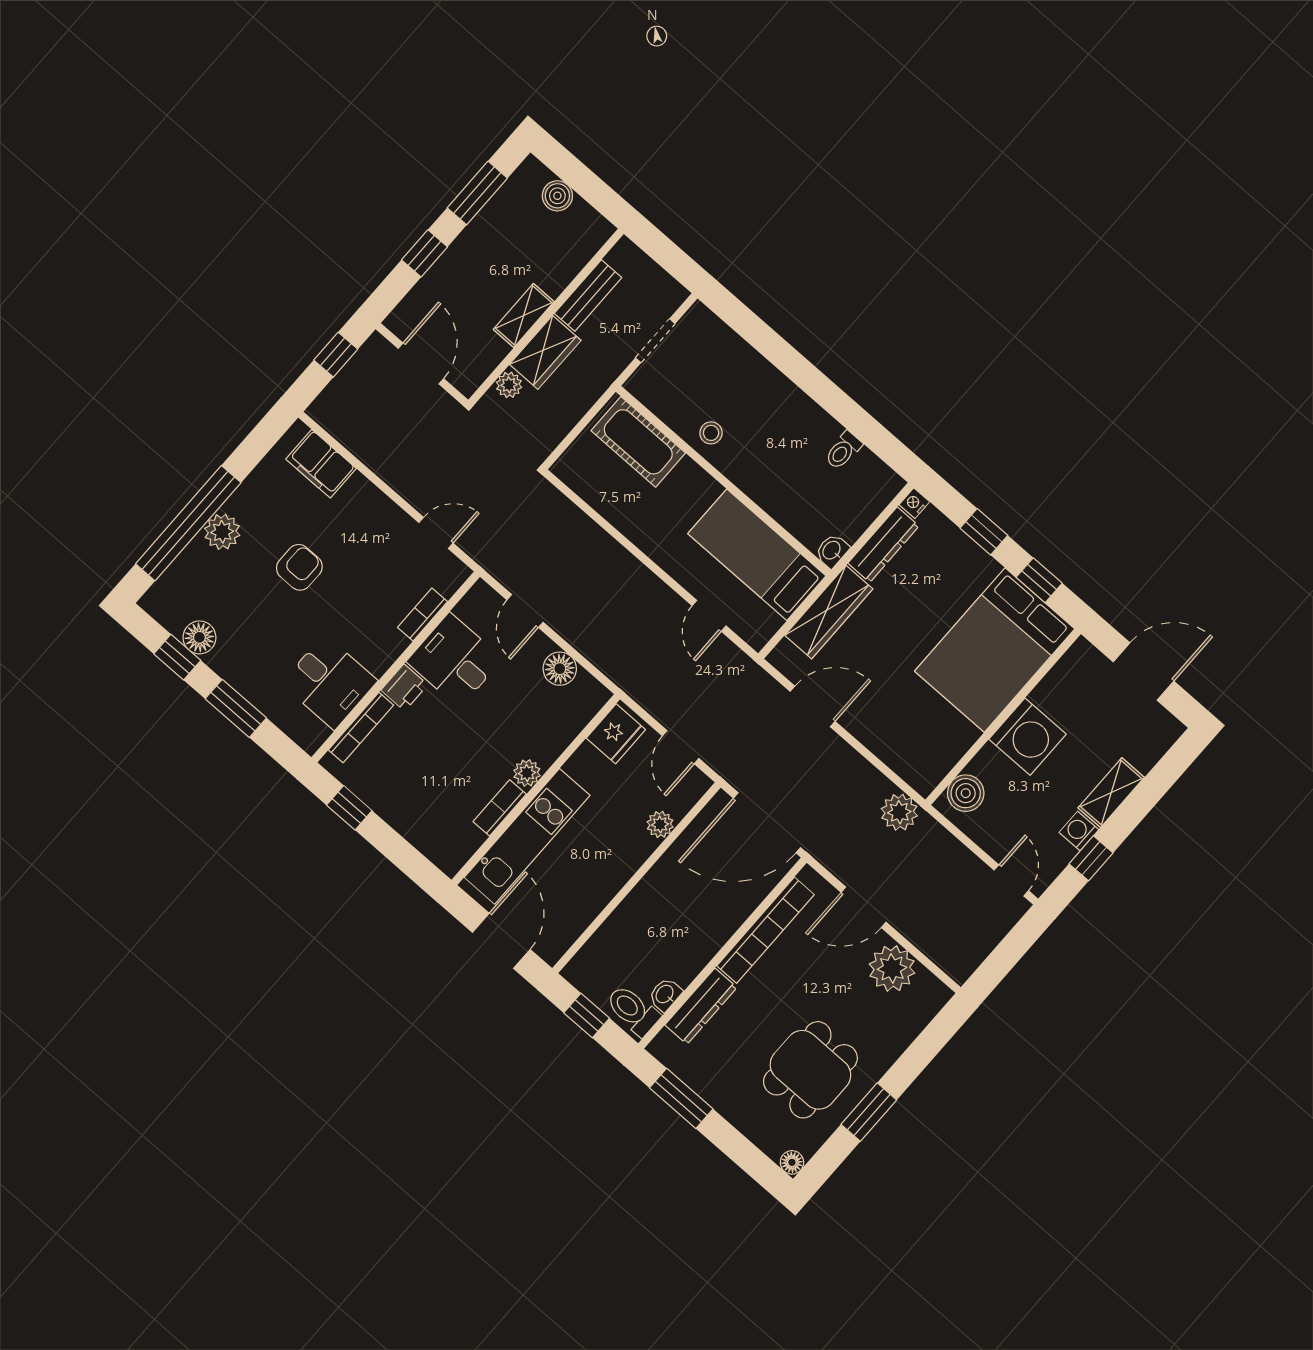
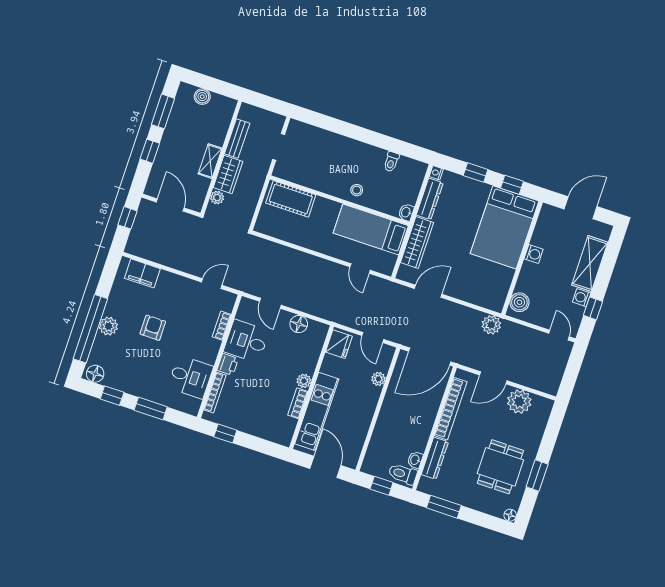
stool: (711, 433) -> (357, 190), moved
floor lamp: (199, 637) -> (95, 374), moved
washing machine: (1027, 737) -> (534, 254), width x0.53, depth x0.53
shelving: (1111, 793) -> (590, 264), width x1.50, depth x1.33

